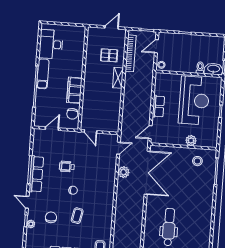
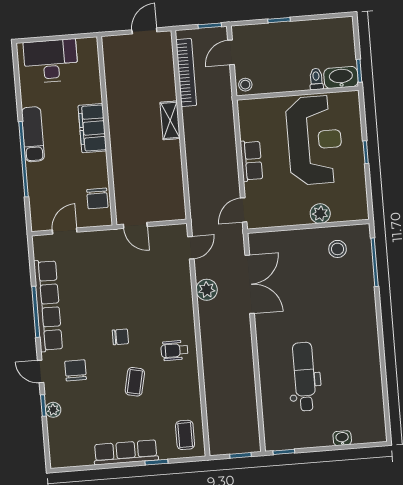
desk: (51, 44) -> (51, 61), moved, turned 90
pallet: (109, 55) -> (148, 82), removed
filing cabinet: (74, 90) -> (92, 128), moved
wheelchair: (67, 167) -> (174, 350), moved
double door: (147, 173) -> (250, 284), width x0.73
row of seats: (36, 174) -> (48, 306), width x1.36
chair: (51, 217) -> (76, 370), moved

